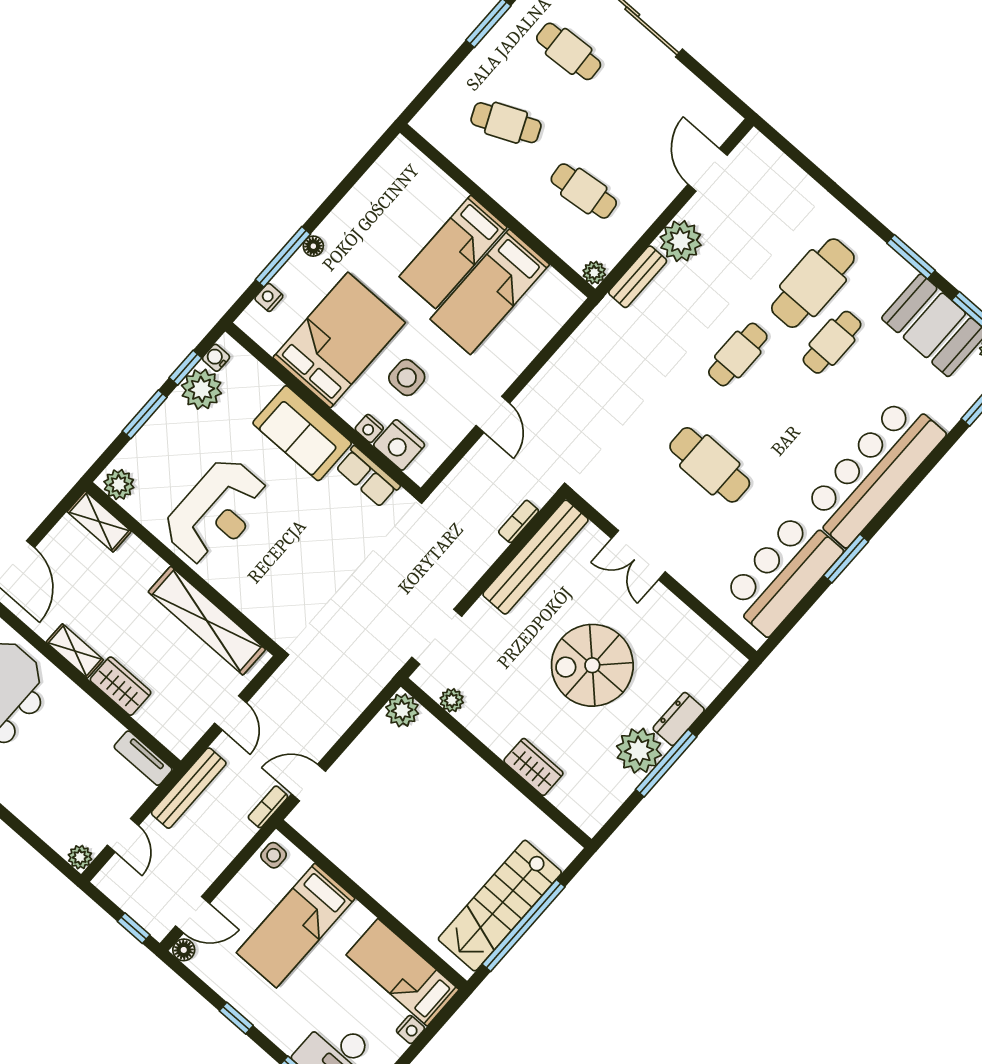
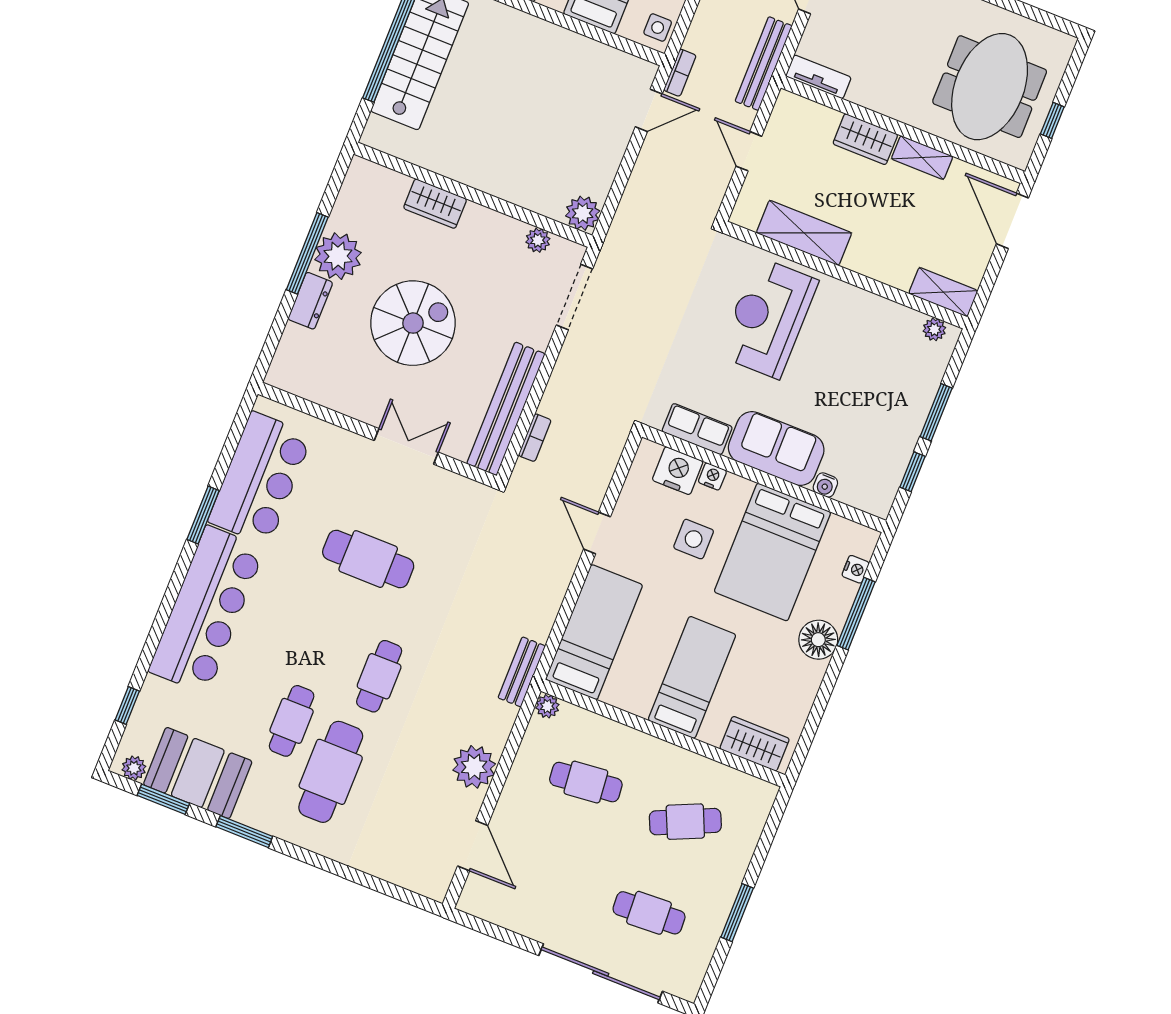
wardrobe: (418, 171) -> (755, 744), added
floor lamp: (313, 246) -> (818, 640), width x1.89, depth x1.89
bench: (638, 277) -> (522, 672), moved
bed: (490, 292) -> (594, 632), moved
water cooler: (216, 358) -> (825, 485), moved, turned 90
plant: (202, 389) -> (889, 456), removed
plant: (119, 485) -> (934, 329), width x0.73, depth x0.73
reception desk: (216, 512) -> (768, 318), moved
shelving: (207, 621) -> (804, 233), width x0.68

